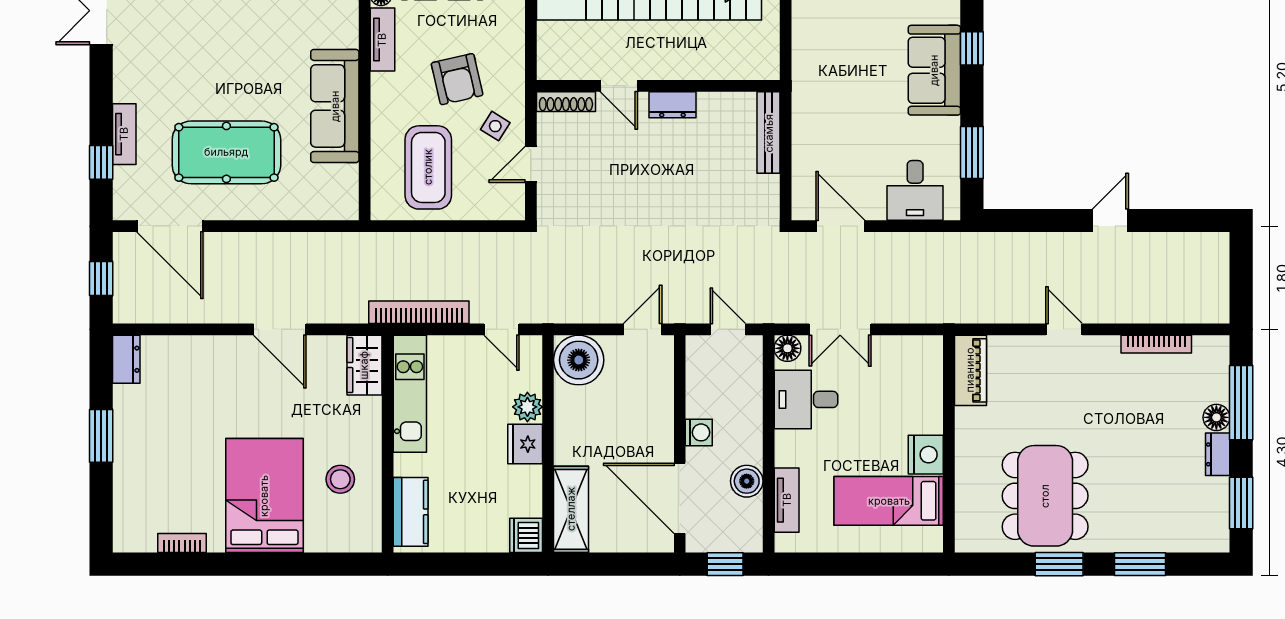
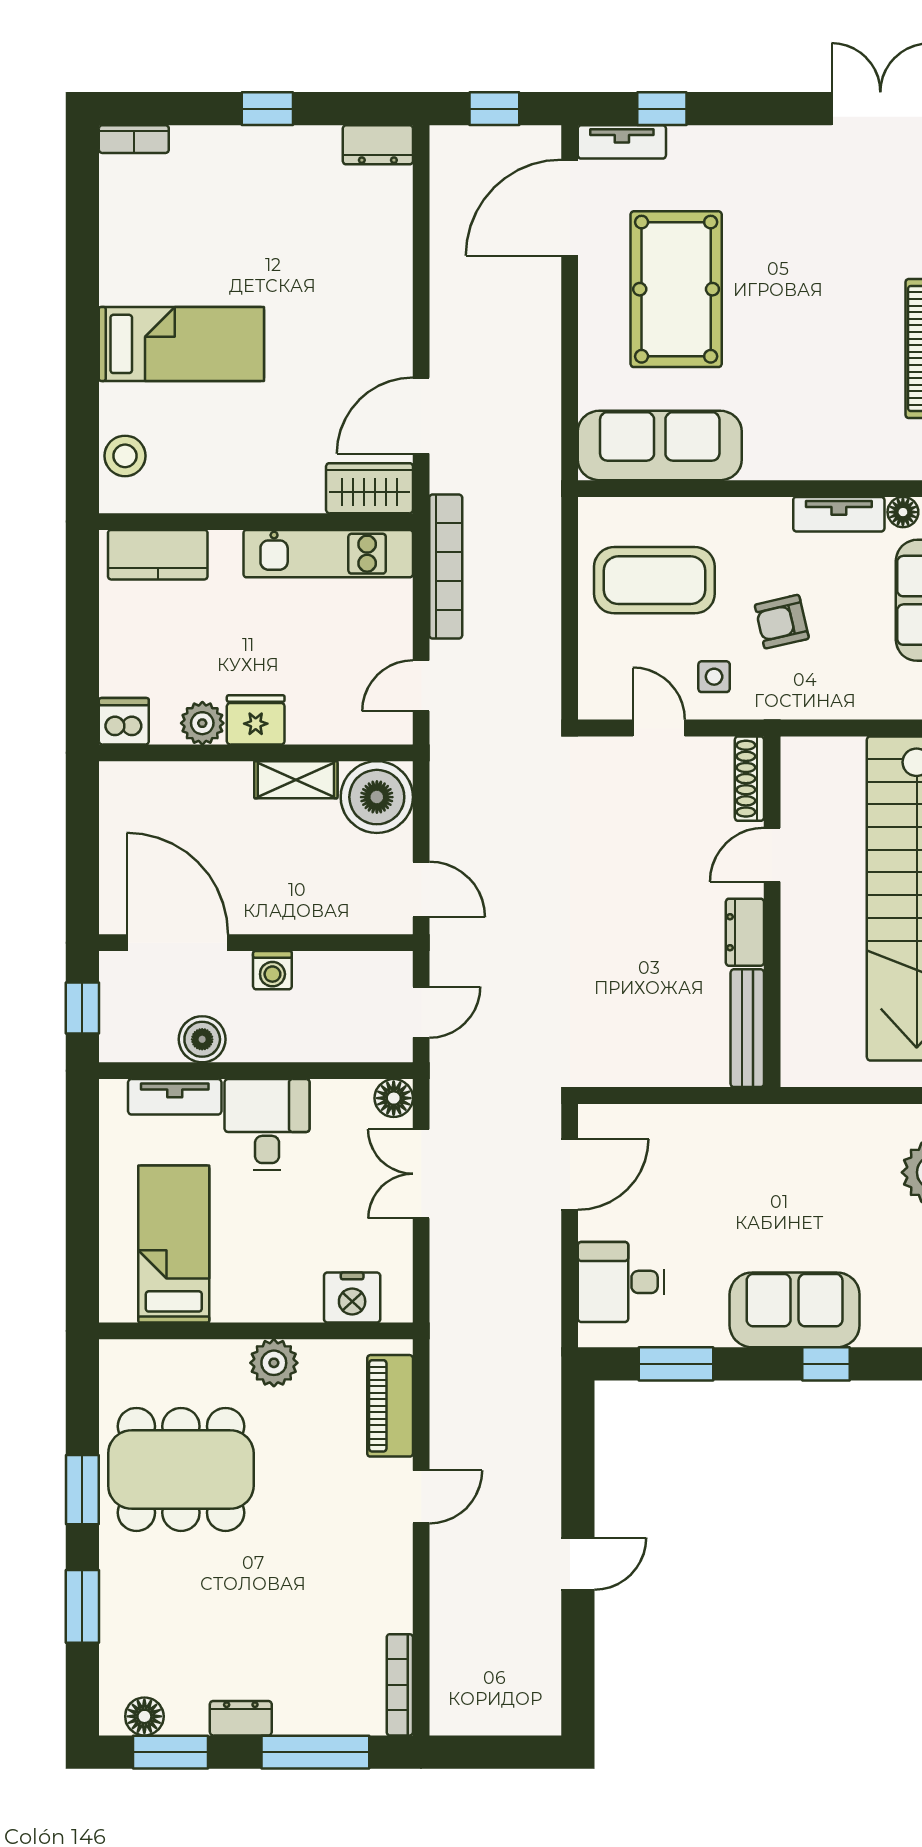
armchair: (457, 79) -> (782, 622), width x0.72, depth x0.72
sofa: (335, 106) -> (660, 445), moved
side table: (495, 126) -> (714, 677), turned -32
bench: (769, 133) -> (747, 1028), moved, turned 90
tv unit: (124, 134) -> (622, 142), moved
door: (1110, 220) -> (578, 1564), hinge flipped
door: (280, 329) -> (421, 416), moved
bookcase: (1156, 344) -> (400, 1685), moved
piano: (970, 370) -> (390, 1406), moved, turned 90
desk: (806, 399) -> (267, 1125), moved
plant: (527, 407) -> (202, 723), moved
floor lamp: (1216, 417) -> (144, 1716), moved
plant: (971, 431) -> (274, 1363), added
window: (101, 436) -> (267, 109), width x0.67
nightstand: (926, 455) -> (352, 1298), moved
stool: (340, 479) -> (125, 456), moved
bed: (264, 496) -> (181, 344), width x0.67
door: (680, 498) -> (177, 943), hinge flipped
shelving: (571, 509) -> (296, 780), moved, width x0.67, depth x0.75
bookcase: (182, 543) -> (134, 139), moved, turned 90

